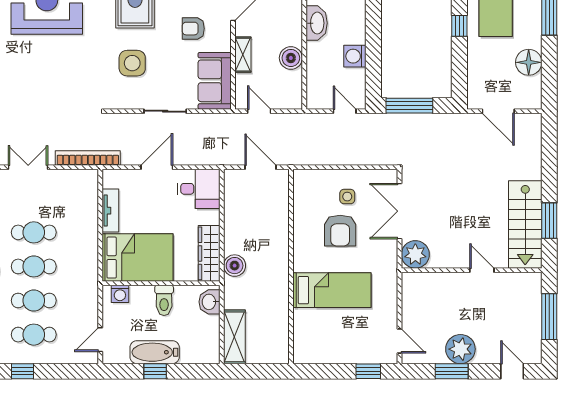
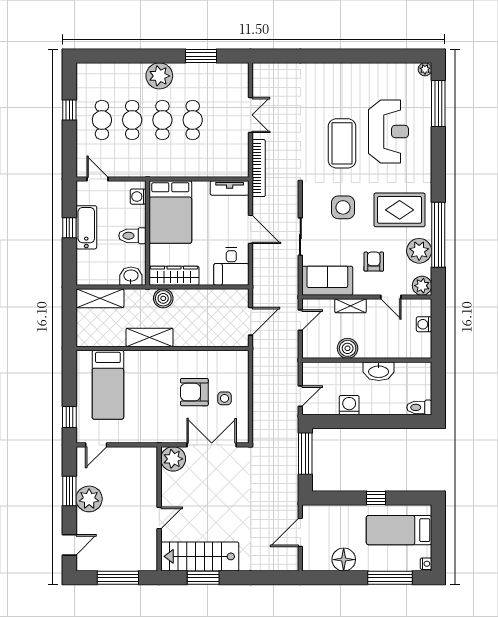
coffee table: (60, 64) -> (342, 143), added
tv unit: (110, 211) -> (230, 188), moved
shelving: (279, 281) -> (150, 337), added
bed: (332, 290) -> (108, 385), moved

